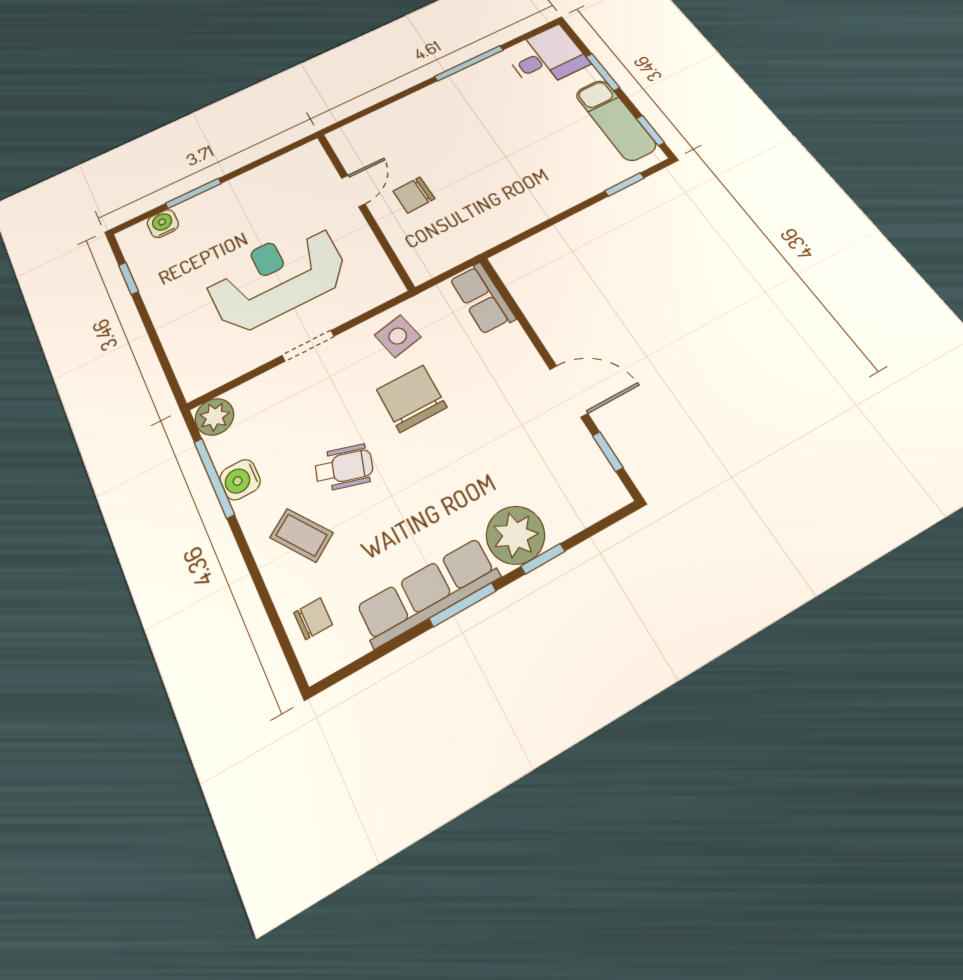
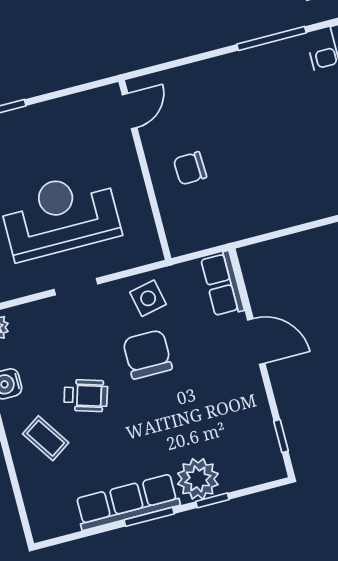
door: (353, 191) -> (130, 111), moved
door: (569, 391) -> (256, 342), moved
chair: (313, 619) -> (44, 499), removed

